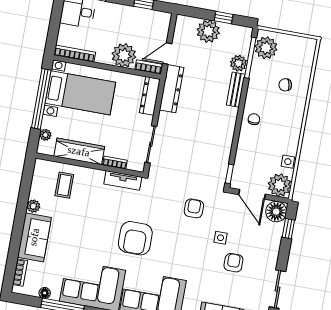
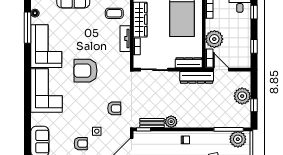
plant: (238, 63) -> (171, 122), moved
bench: (236, 90) -> (152, 123), moved
tv unit: (123, 180) -> (125, 39), moved

